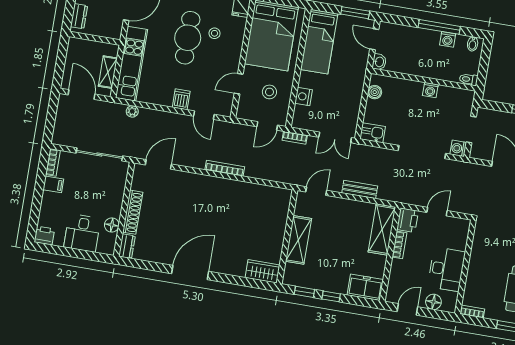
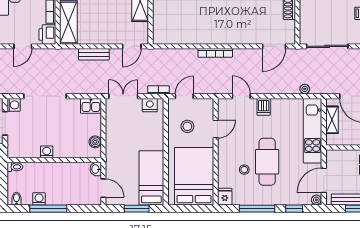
window: (355, 13) -> (137, 209), moved
nightstand: (303, 97) -> (150, 105), moved, turned -90

